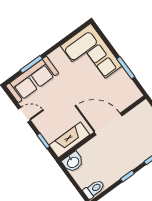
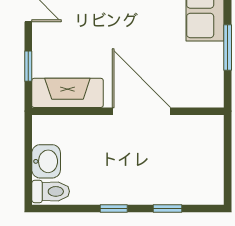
washbasin: (73, 162) -> (46, 161), moved, turned -90

